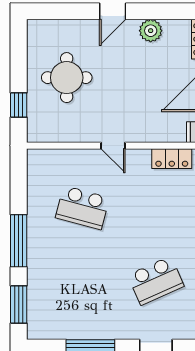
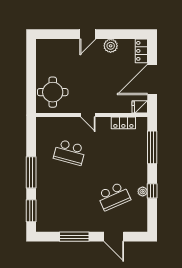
round table: (67, 78) -> (53, 92), moved
window: (19, 105) -> (31, 91), removed

